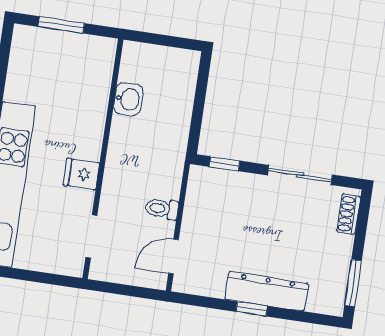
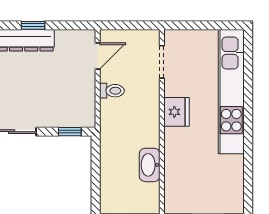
washbasin: (128, 99) -> (150, 165), width x1.38
fridge: (81, 174) -> (176, 112), width x1.38

